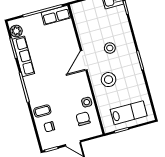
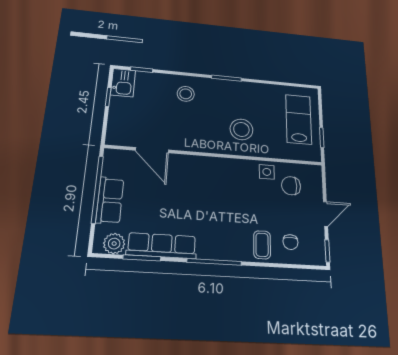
row of seats: (56, 15) -> (110, 200), moved
stool: (110, 48) -> (186, 94), moved
door: (84, 60) -> (152, 150), moved

